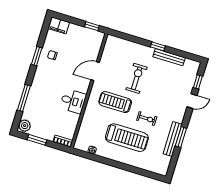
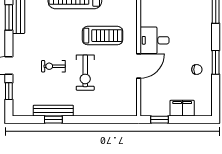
filing cabinet: (59, 25) -> (182, 108), moved
window: (158, 46) -> (53, 120), moved
desk: (73, 101) -> (154, 40), moved
exercise bike: (147, 119) -> (53, 66), moved

